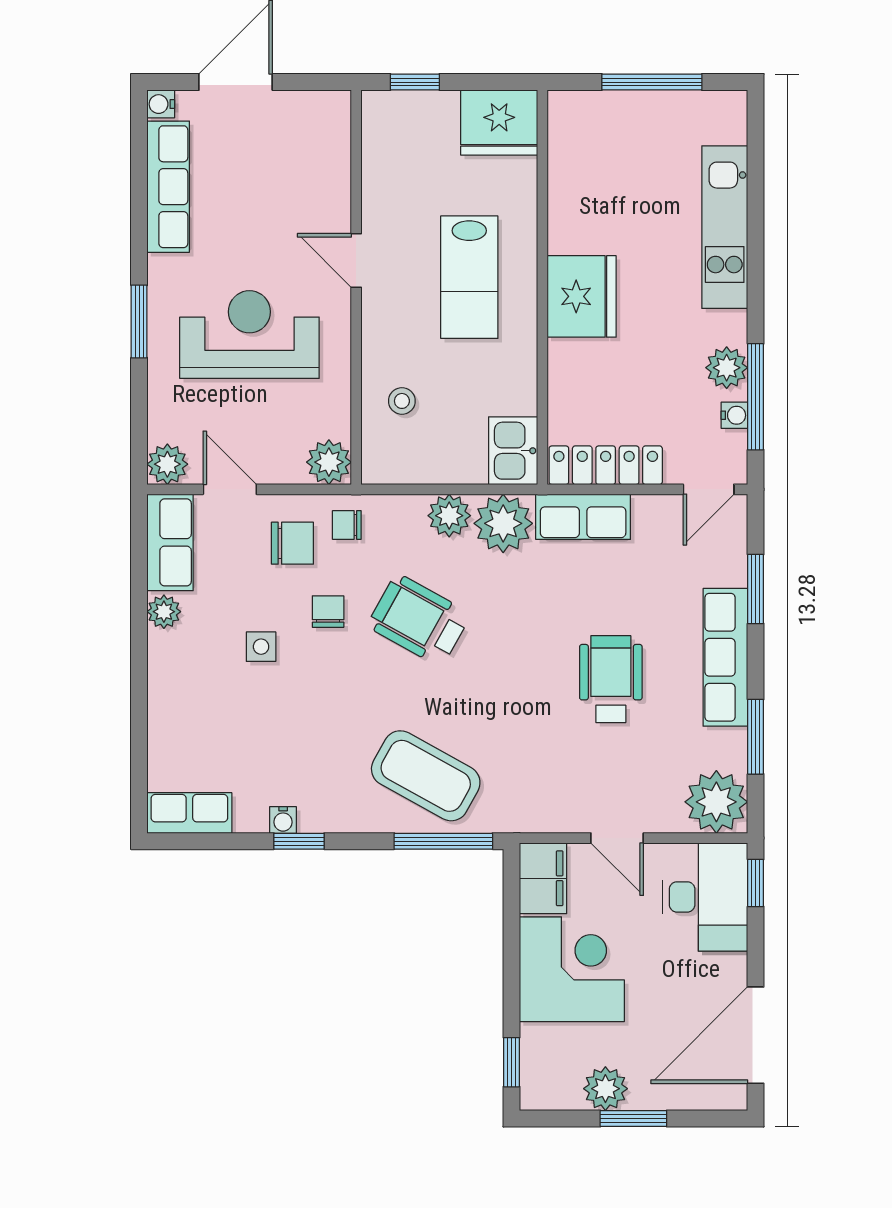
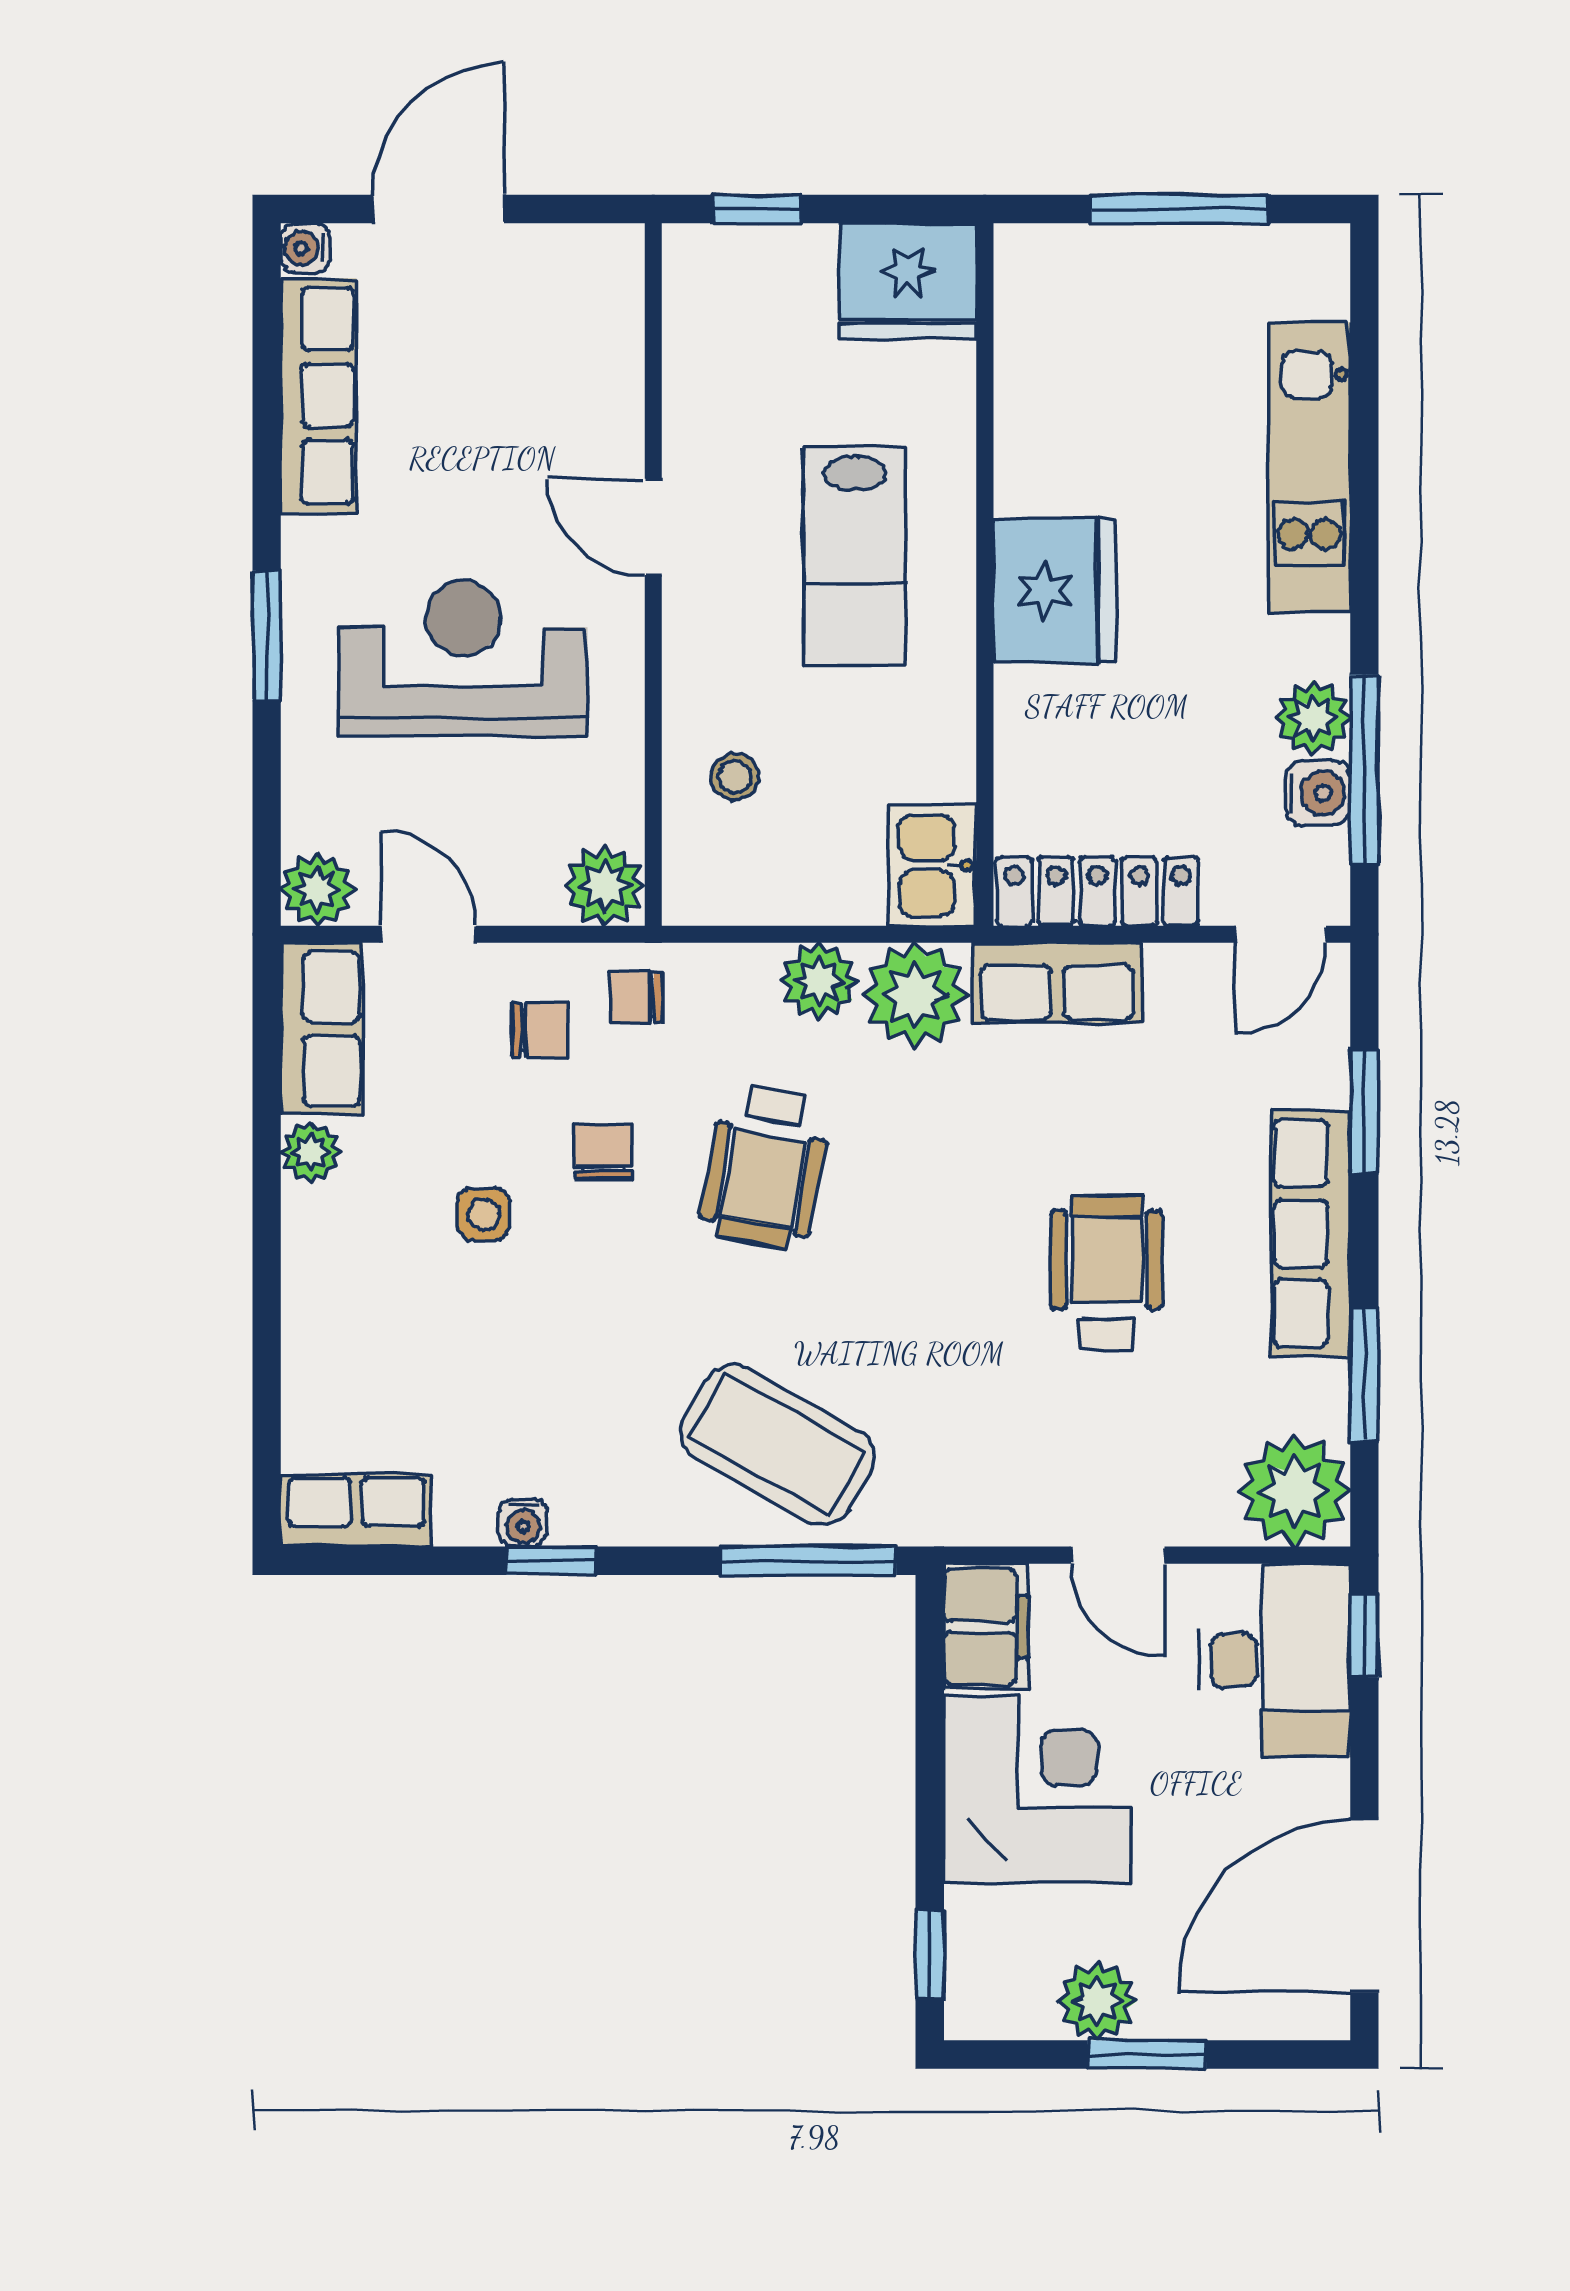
water cooler: (734, 415) -> (1318, 793), width x1.38, depth x1.38
chair: (292, 543) -> (540, 1030), width x0.73, depth x0.73
wheelchair: (419, 620) -> (765, 1167), turned -109

